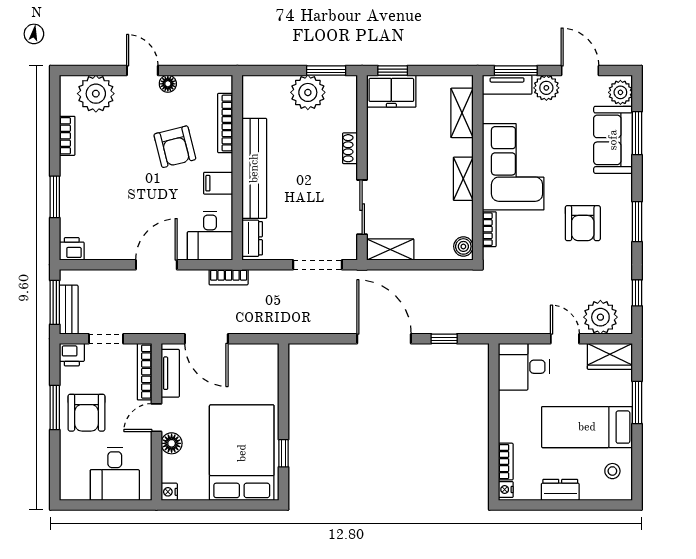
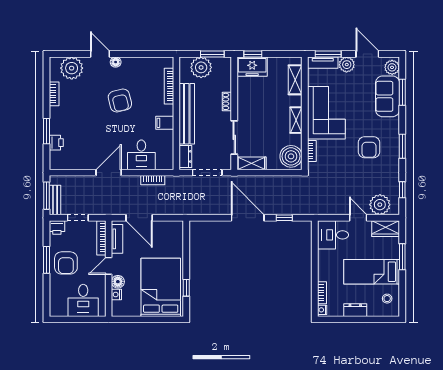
bookcase: (225, 123) -> (169, 86), moved
wall: (237, 168) -> (176, 113), moved
bench: (254, 168) -> (187, 114), moved
filing cabinet: (218, 183) -> (165, 123), moved
dresser: (252, 238) -> (185, 156), moved
boiler: (463, 246) -> (291, 156), width x1.86, depth x1.86
printer: (72, 249) -> (56, 143), moved, turned 90
nightstand: (169, 492) -> (116, 294), moved

